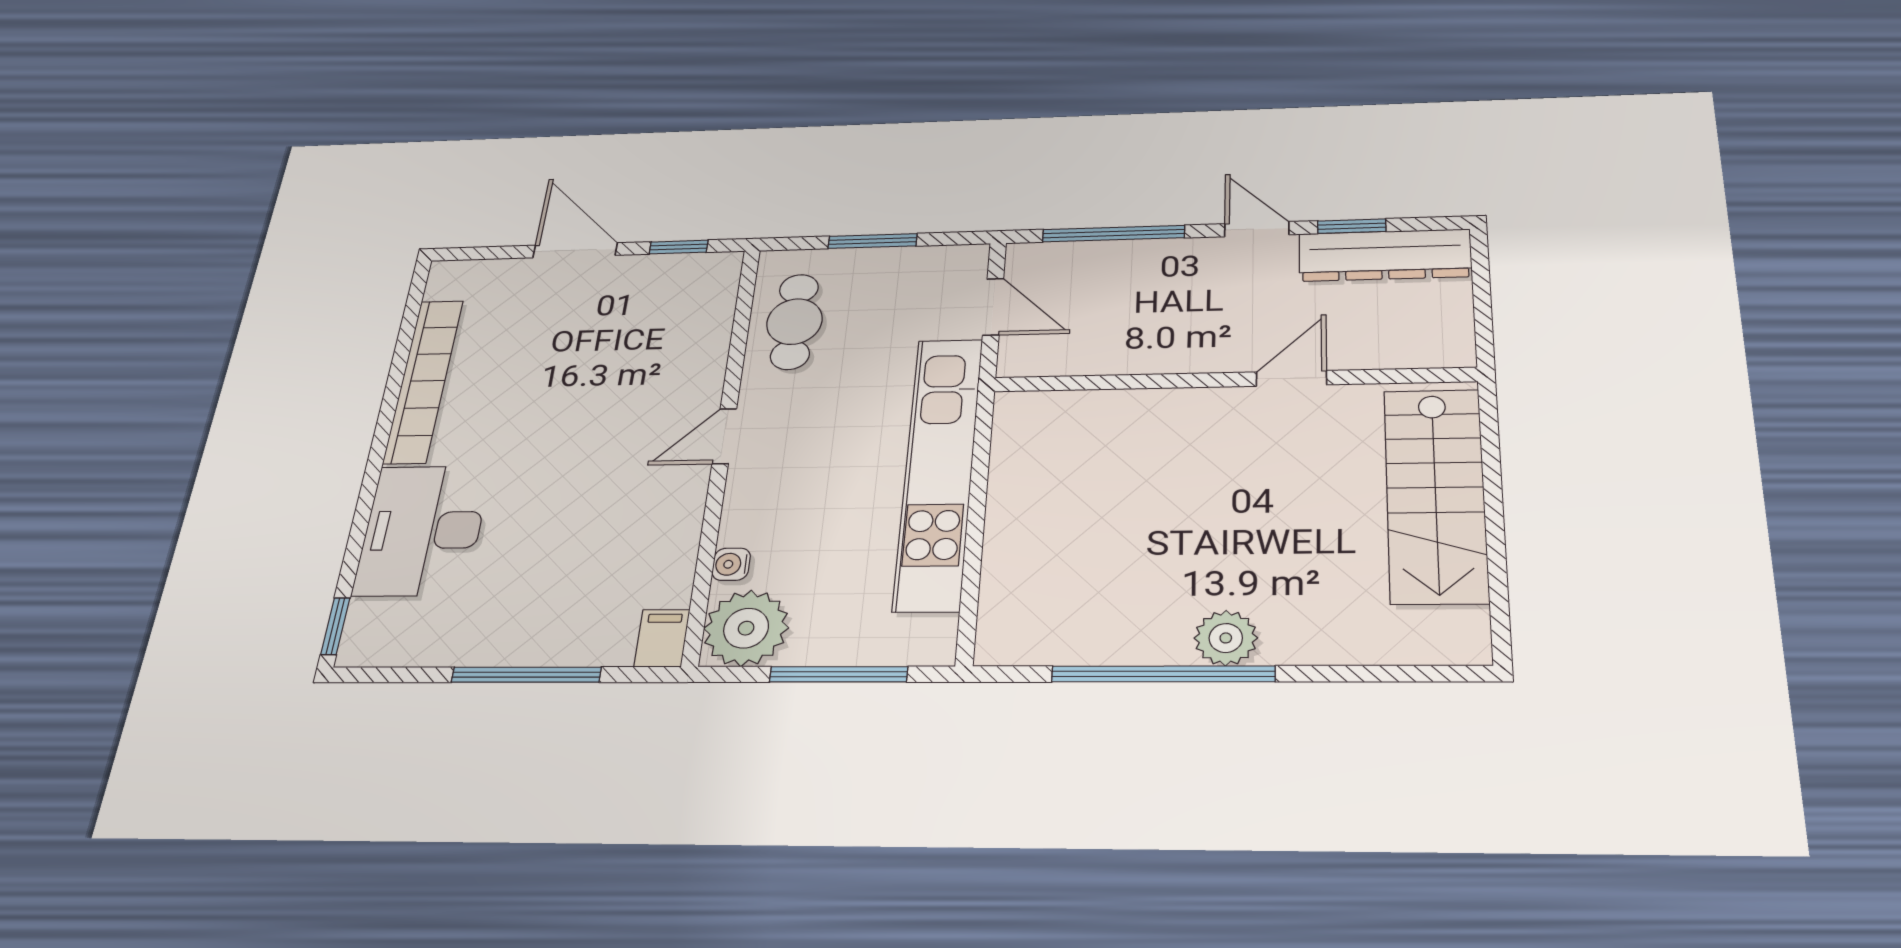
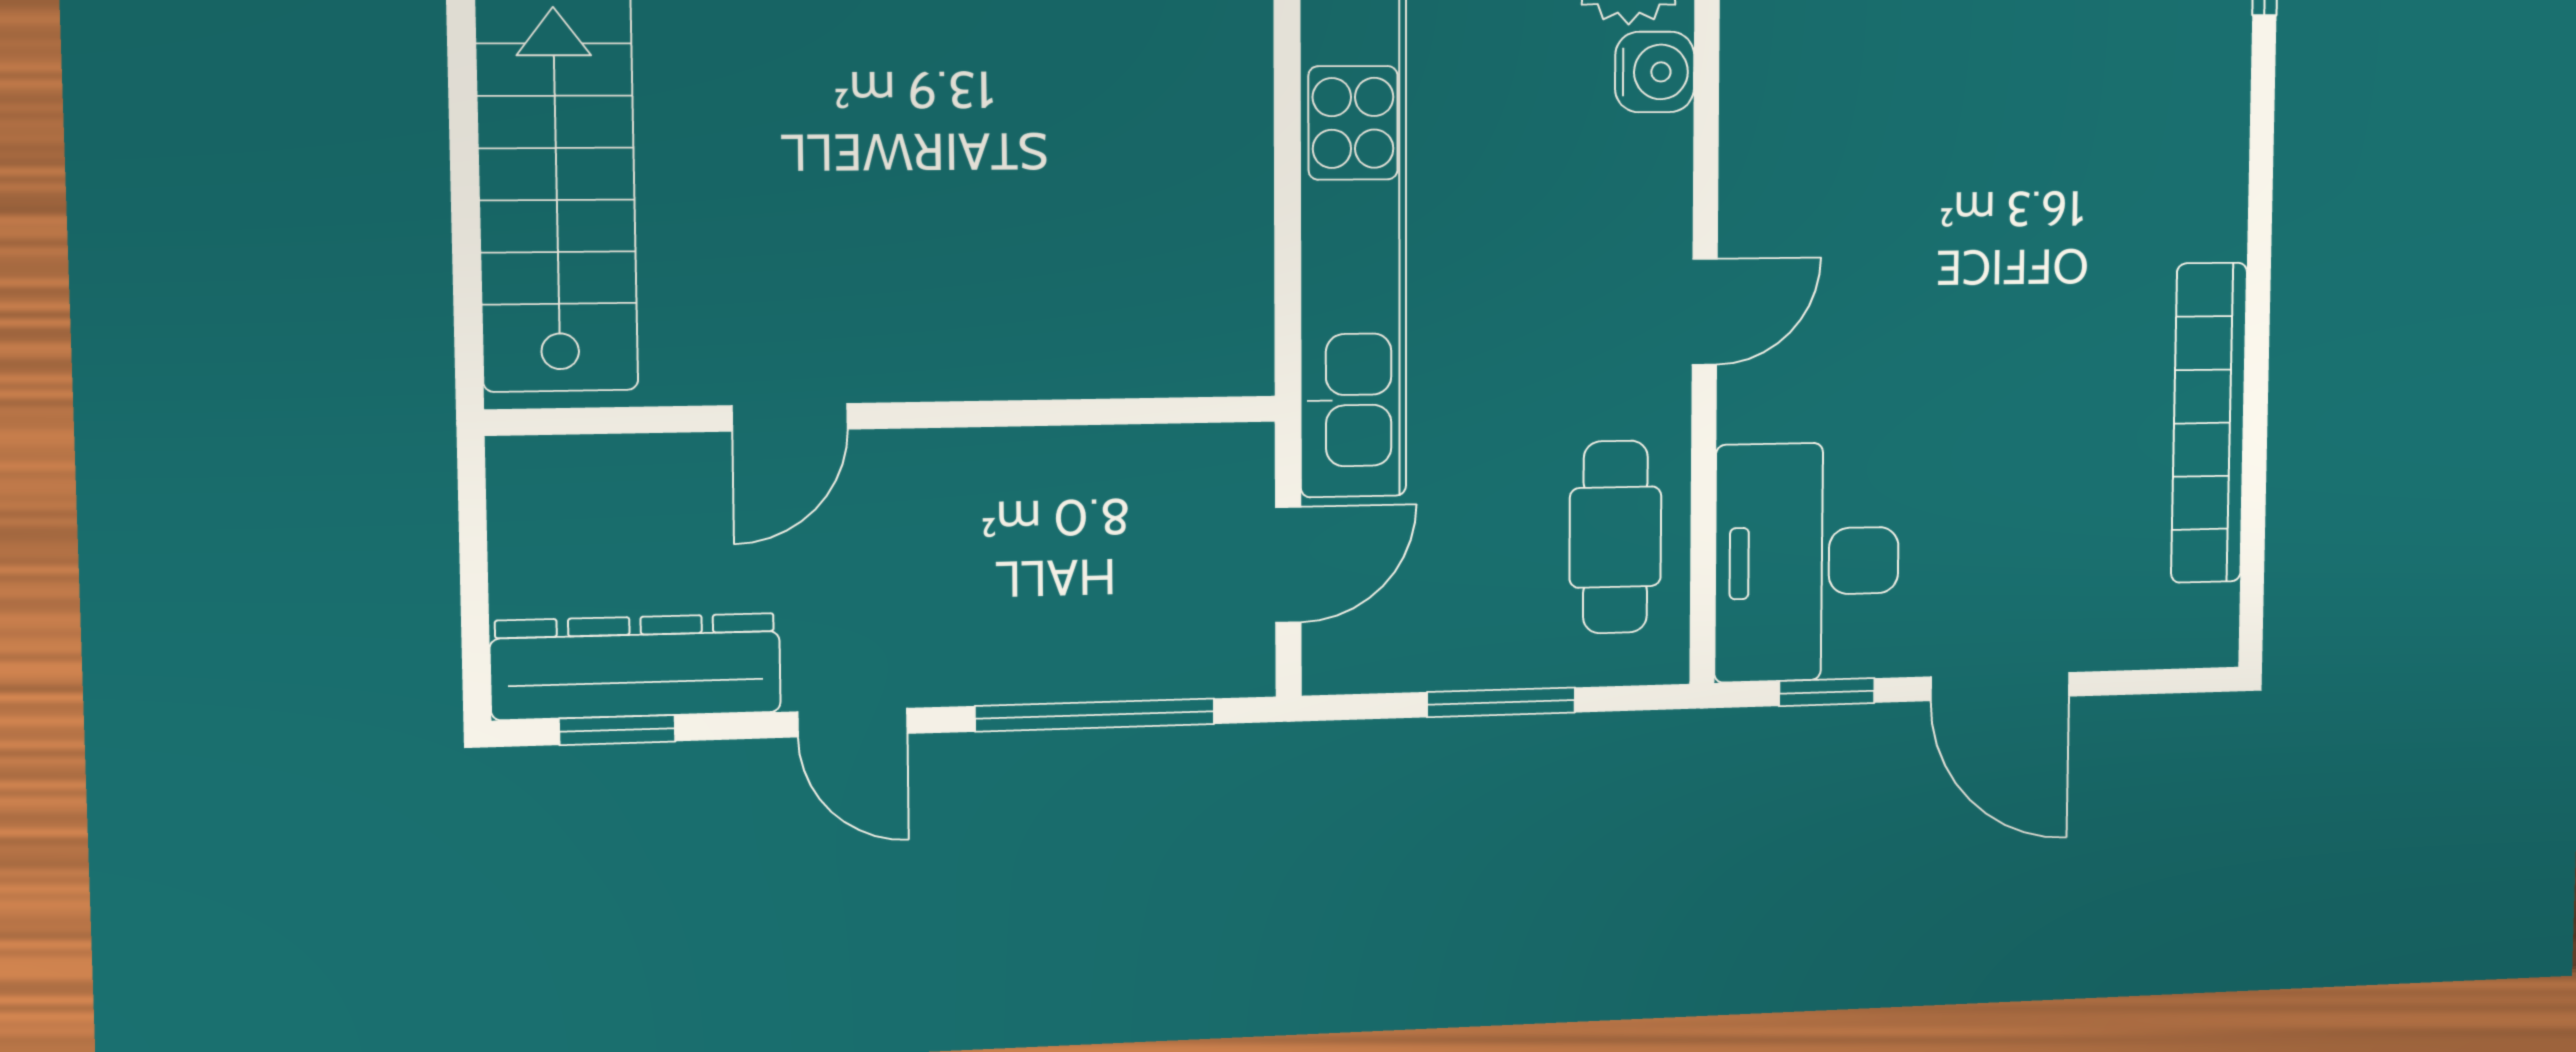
window: (1352, 226) -> (617, 730), moved
door: (993, 307) -> (1288, 565), swing flipped
desk: (423, 530) -> (1807, 562), moved, turned 180
water cooler: (731, 564) -> (1655, 72), width x1.38, depth x1.38

